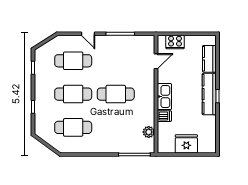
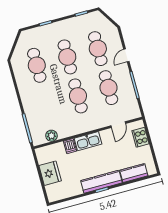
cafe table: (116, 61) -> (108, 88), added
door: (156, 61) -> (118, 125), hinge flipped

